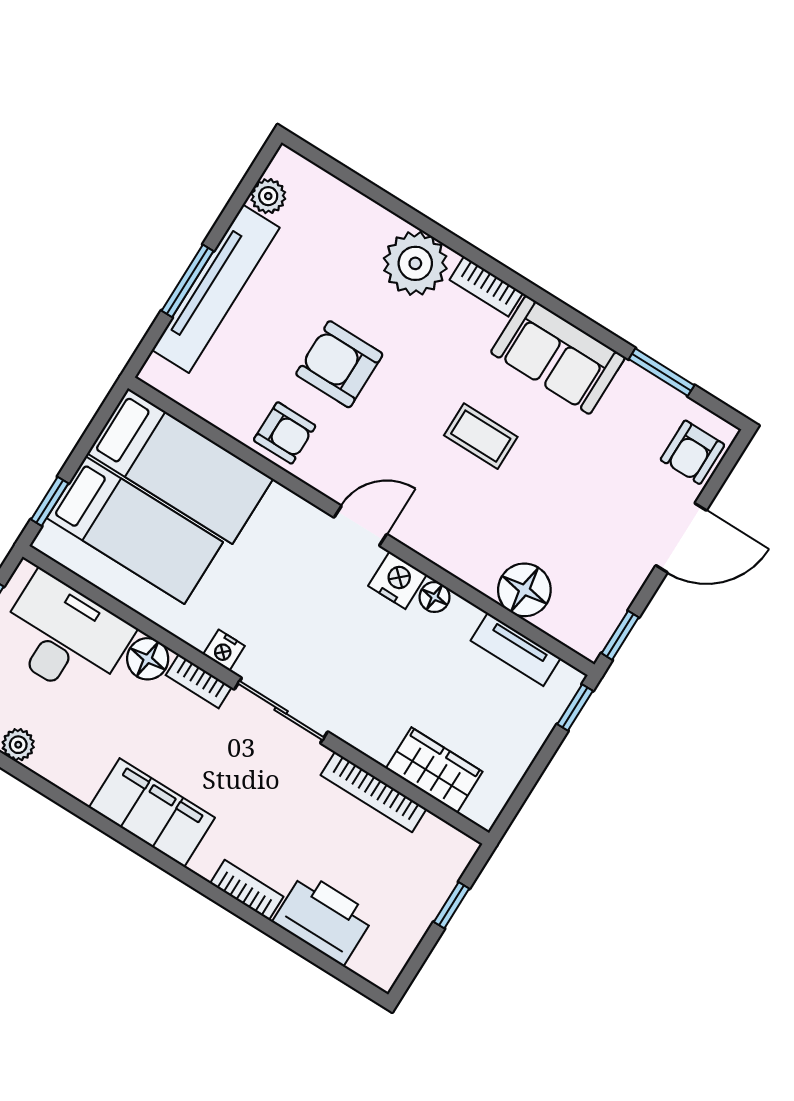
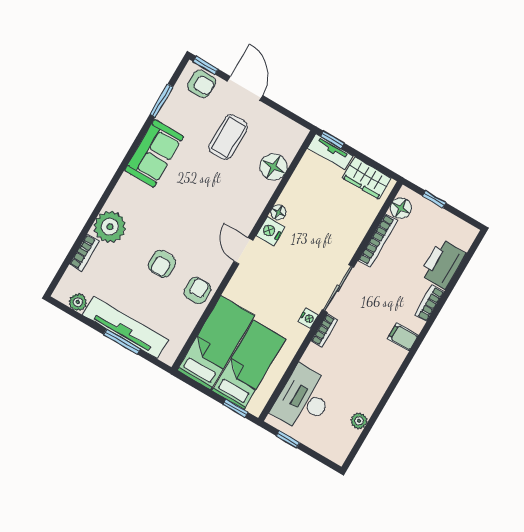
bookcase: (486, 286) -> (84, 253), moved
armchair: (339, 364) -> (162, 264), width x0.72, depth x0.72
coffee table: (481, 436) -> (228, 137), moved, width x1.36, depth x1.30
window: (620, 635) -> (206, 65), moved
tv unit: (516, 649) -> (330, 152), moved, turned 90
floor lamp: (148, 659) -> (401, 208), moved
wardrobe: (434, 770) -> (367, 178), moved, turned -90
filing cabinet: (152, 813) -> (403, 337), width x0.33, depth x0.86

